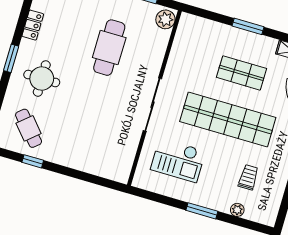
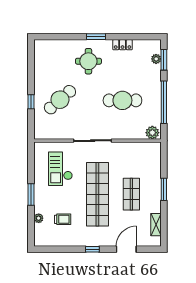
cafe table: (29, 128) -> (60, 100), moved, width x1.37, depth x1.35
window: (33, 161) -> (31, 102), moved

